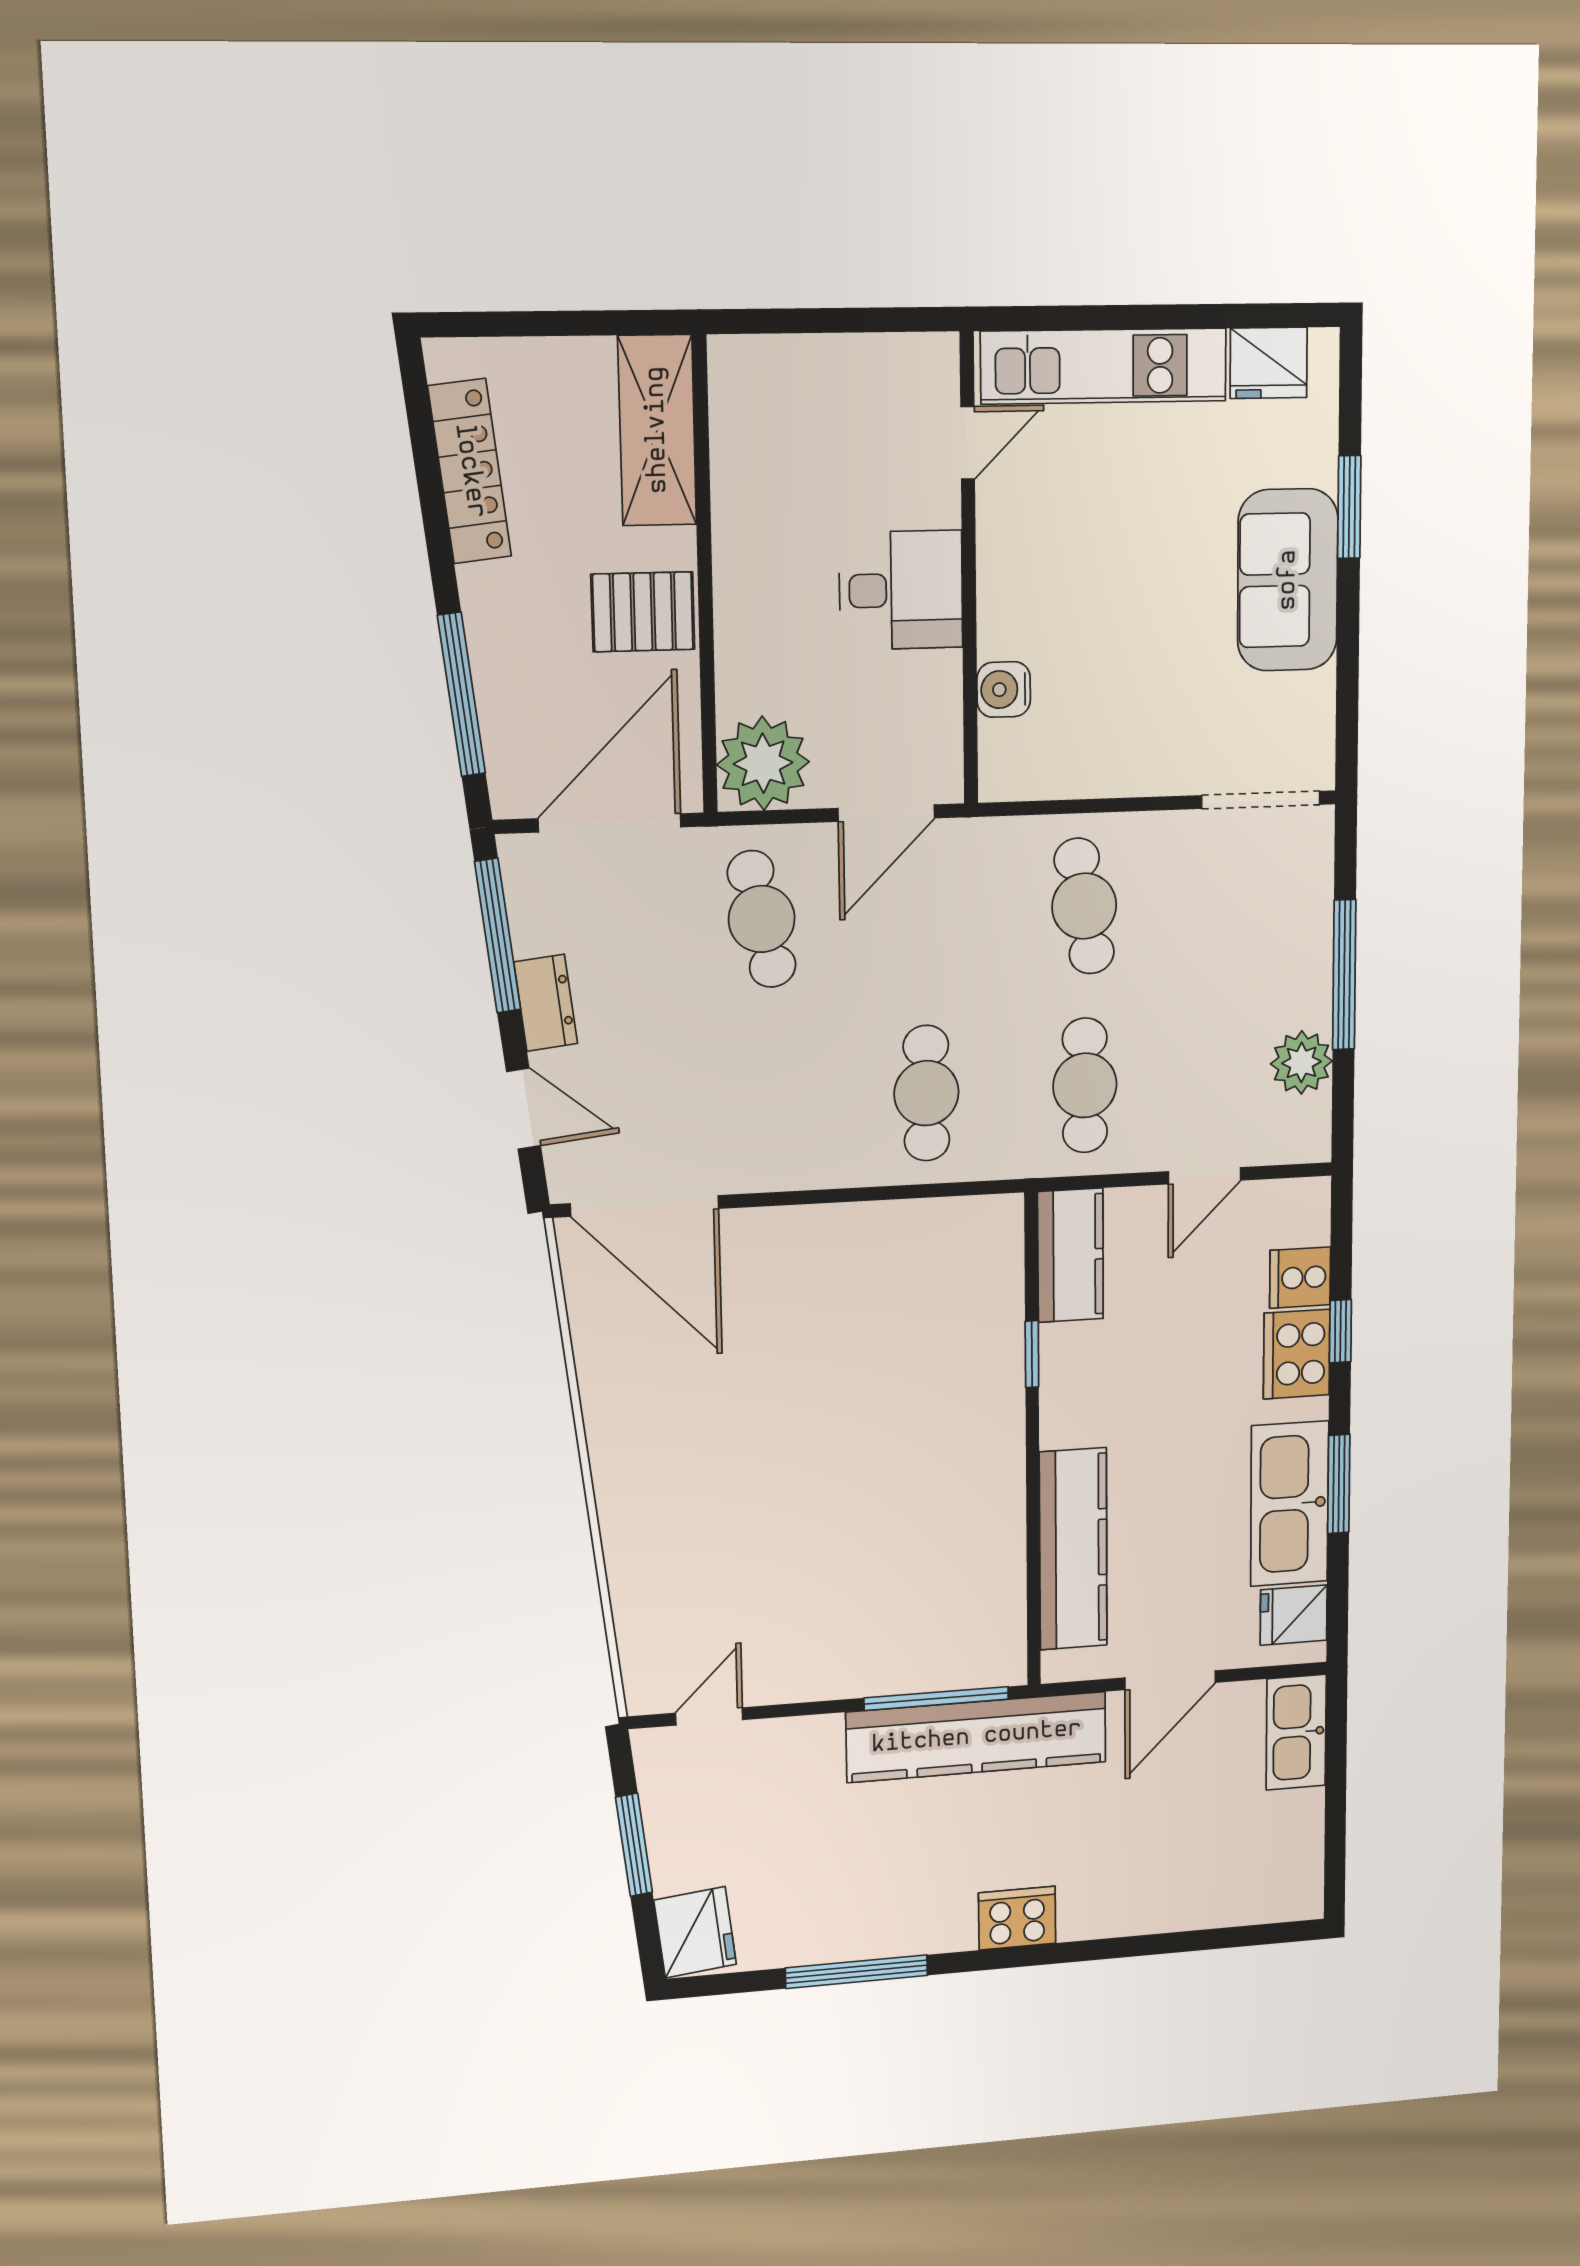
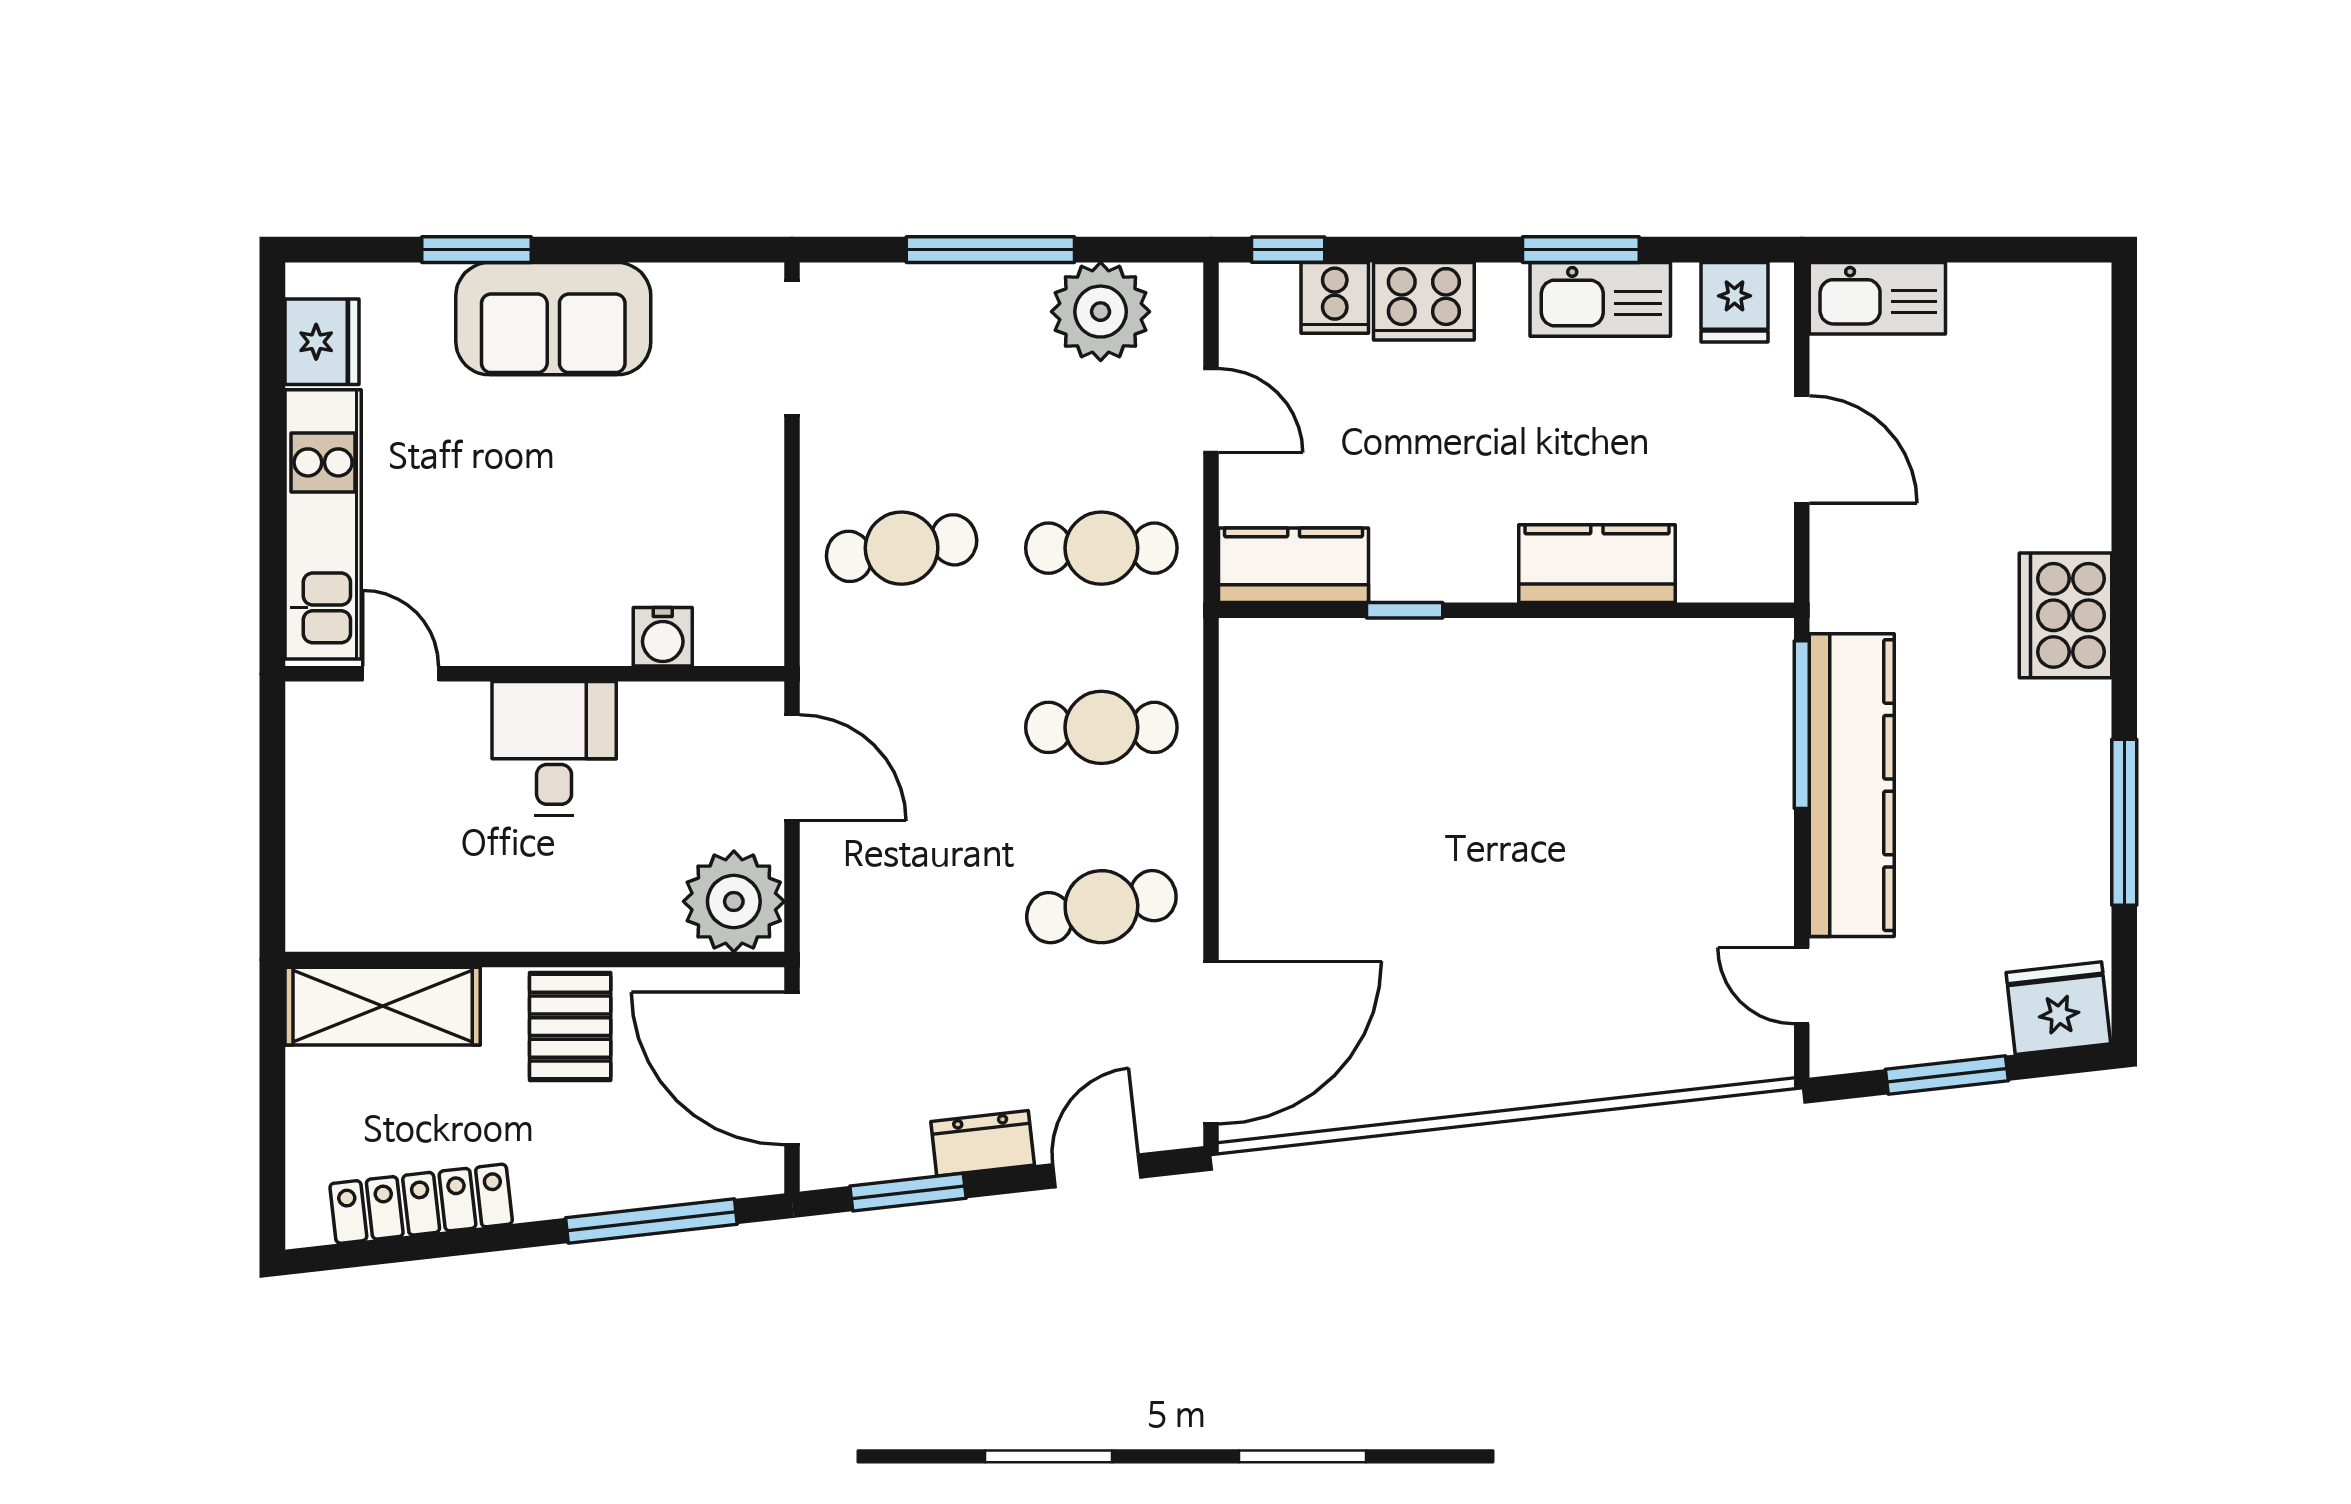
cafe table: (762, 919) -> (1101, 907), moved
window: (498, 936) -> (908, 1192), width x0.69
plant: (1302, 1062) -> (1101, 312), width x1.36, depth x1.36
window: (1340, 1331) -> (1288, 250), moved
kitchen sink: (1290, 1504) -> (1600, 299), width x0.73, depth x0.81
kitchen counter: (1073, 1549) -> (1597, 564), width x0.67
kitchen counter: (977, 1737) -> (1852, 785), moved
cooker: (1017, 1918) -> (2065, 615), width x1.37, depth x1.31

